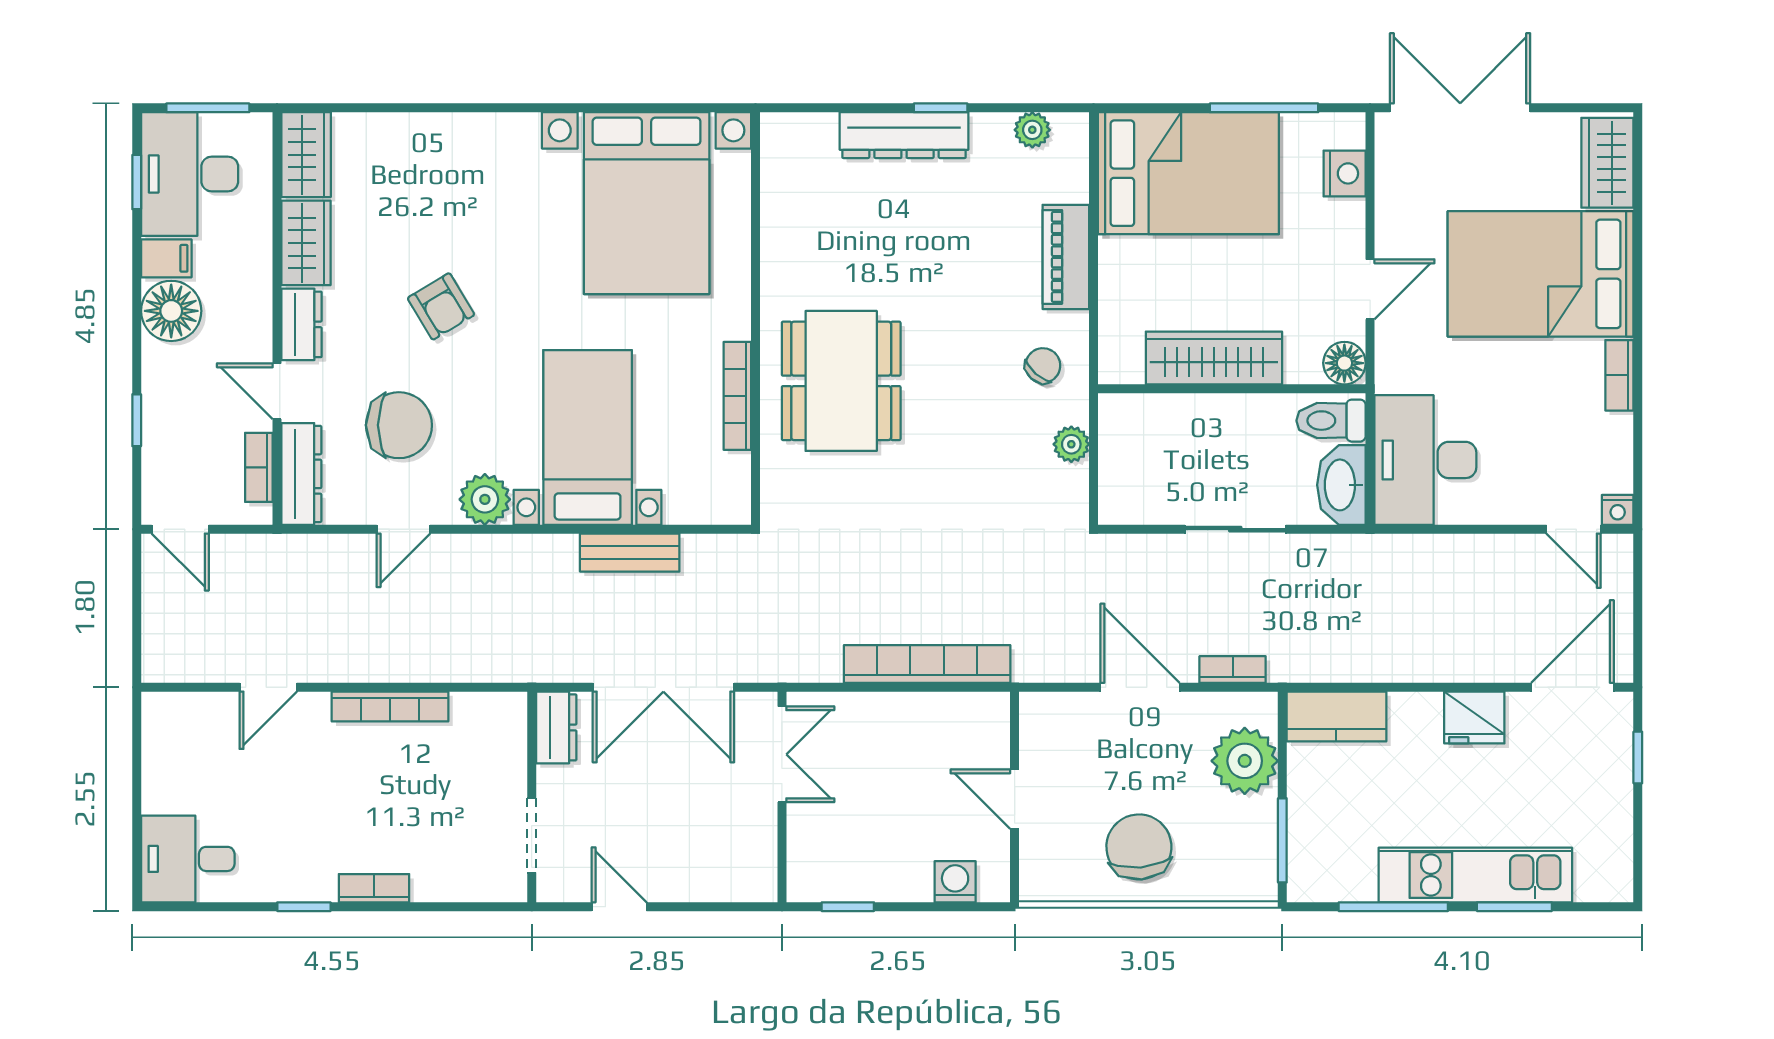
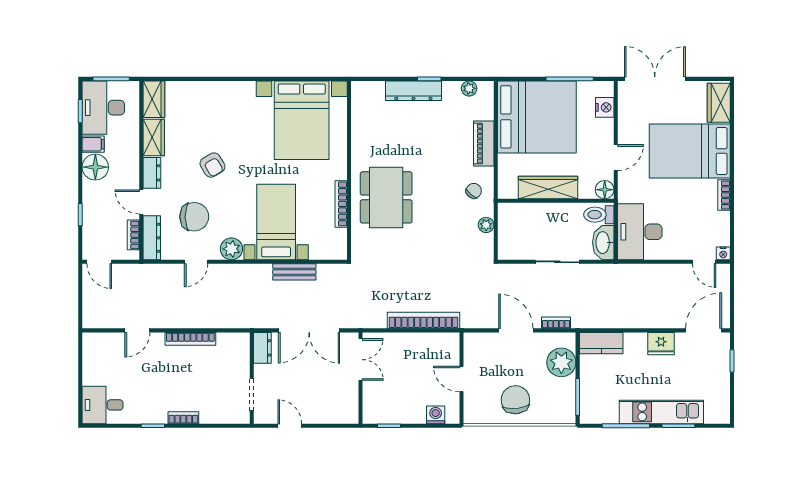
bed: (1188, 173) -> (537, 117), width x1.36

